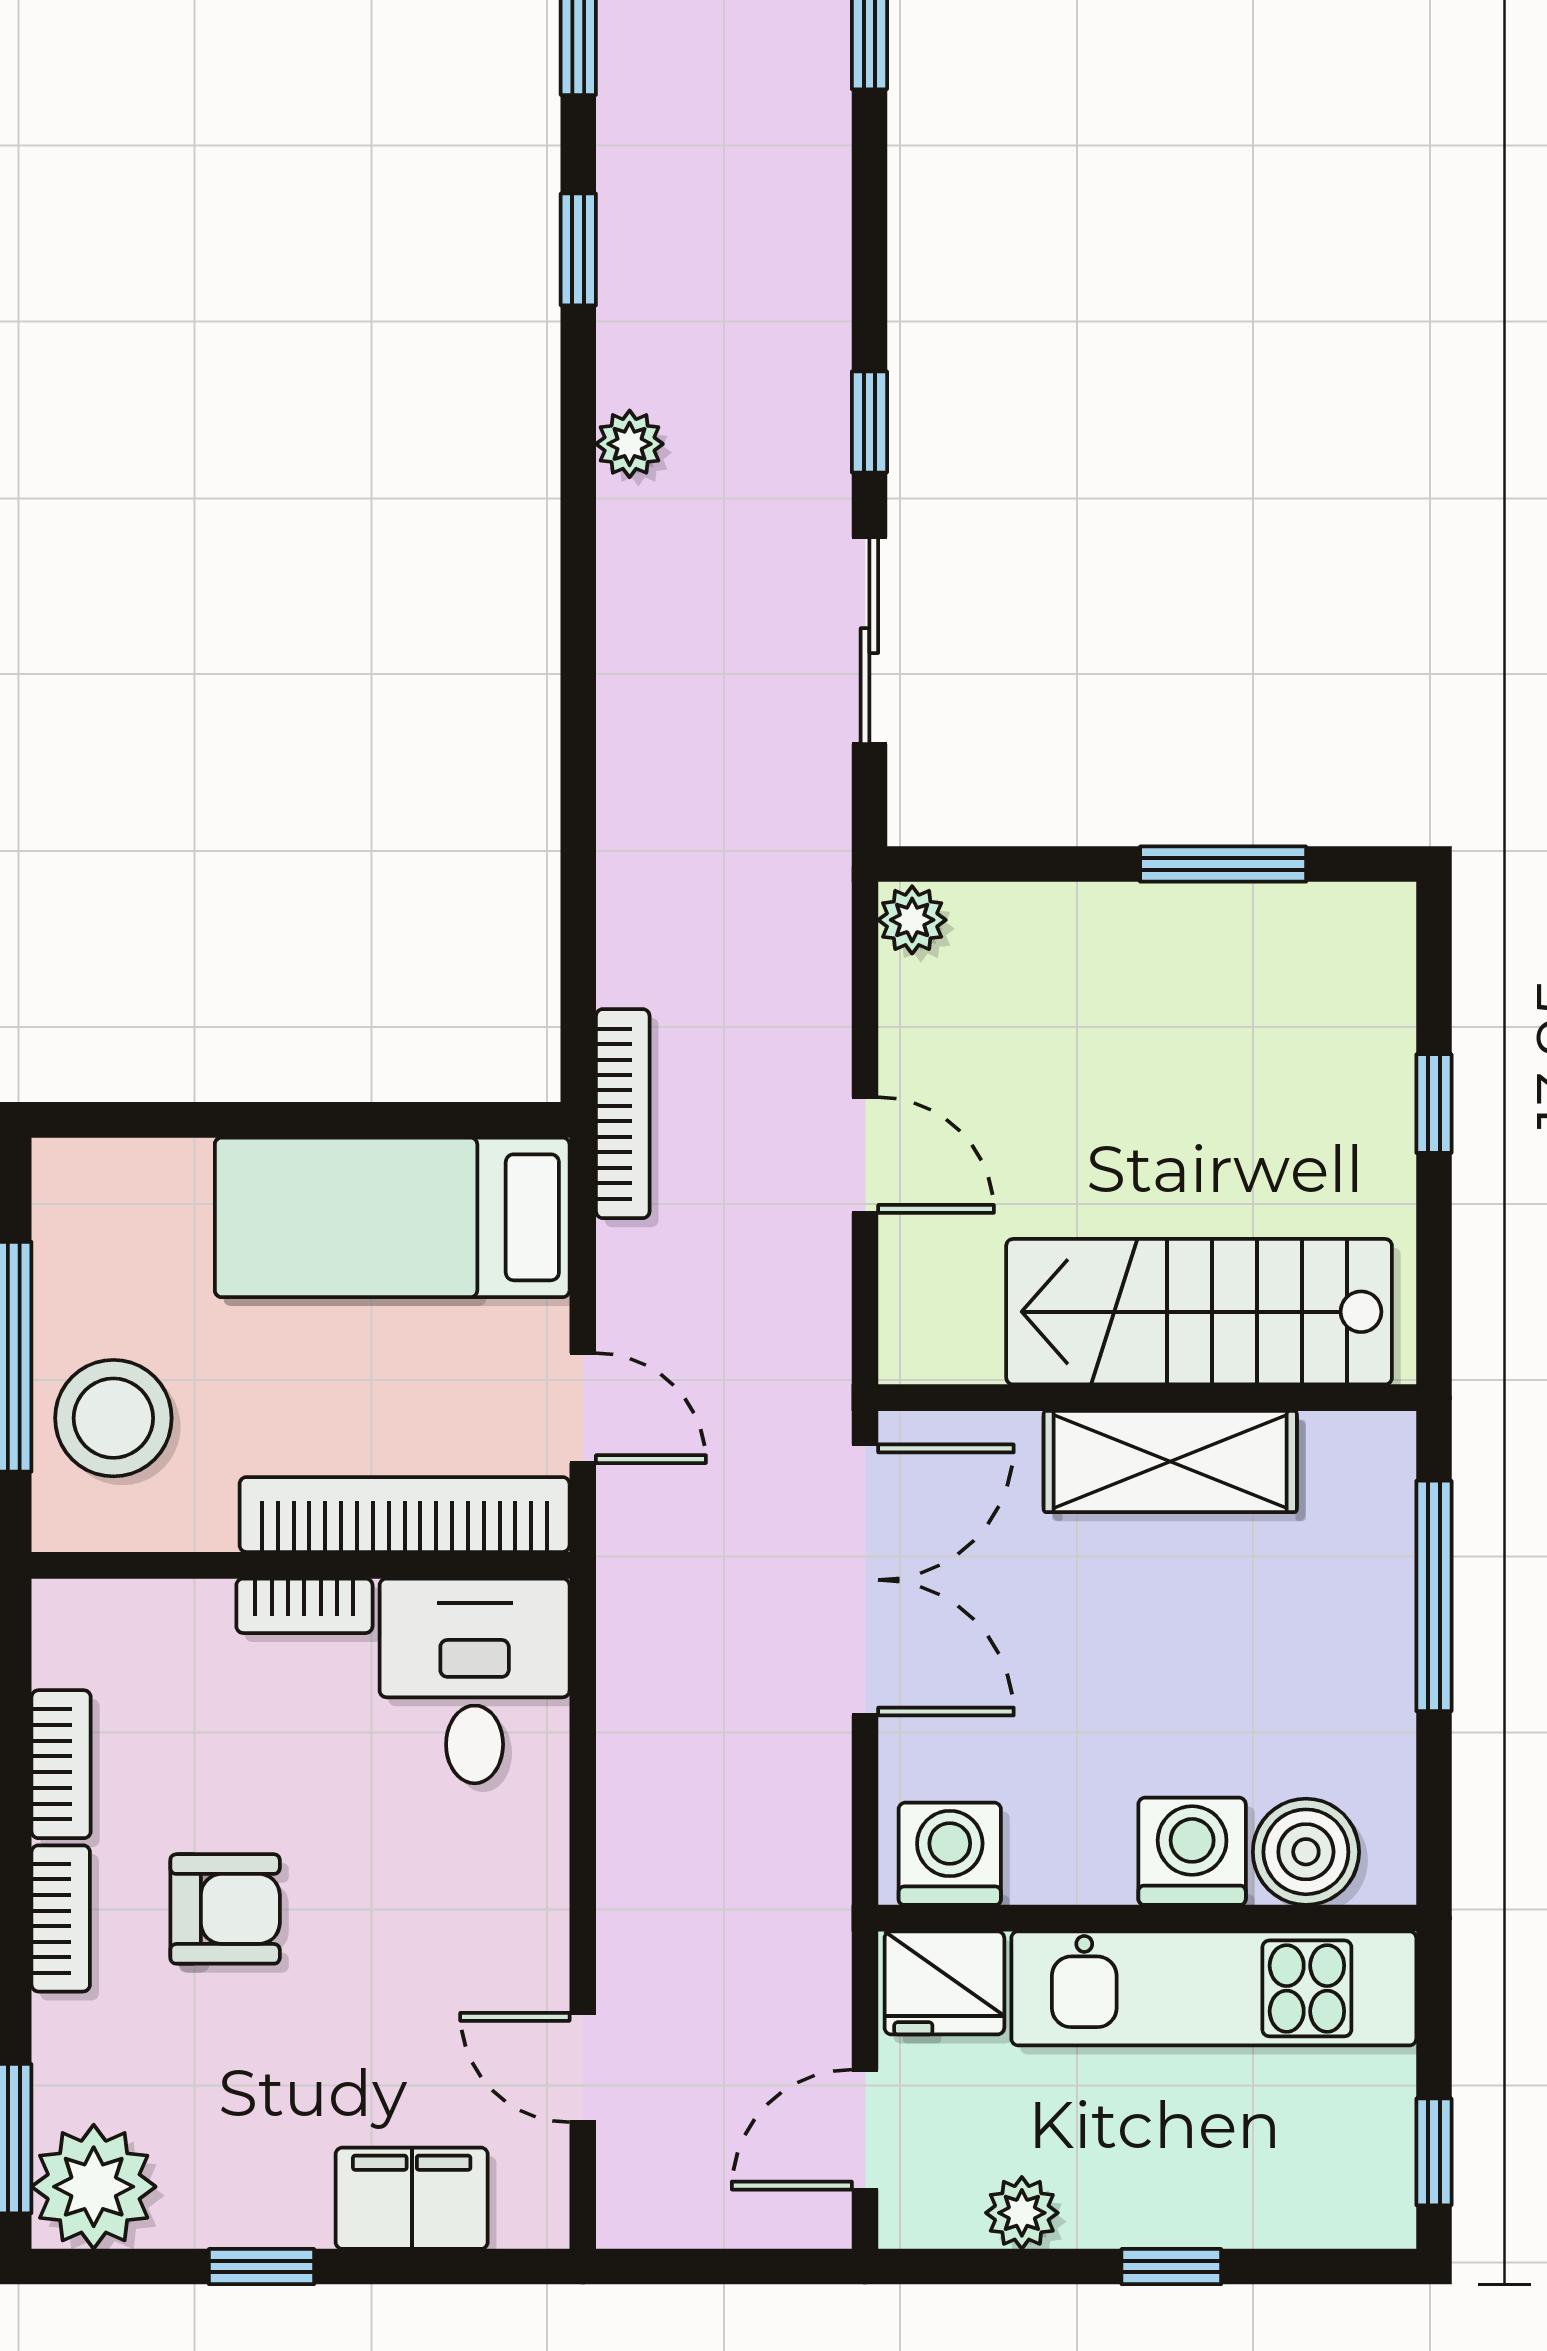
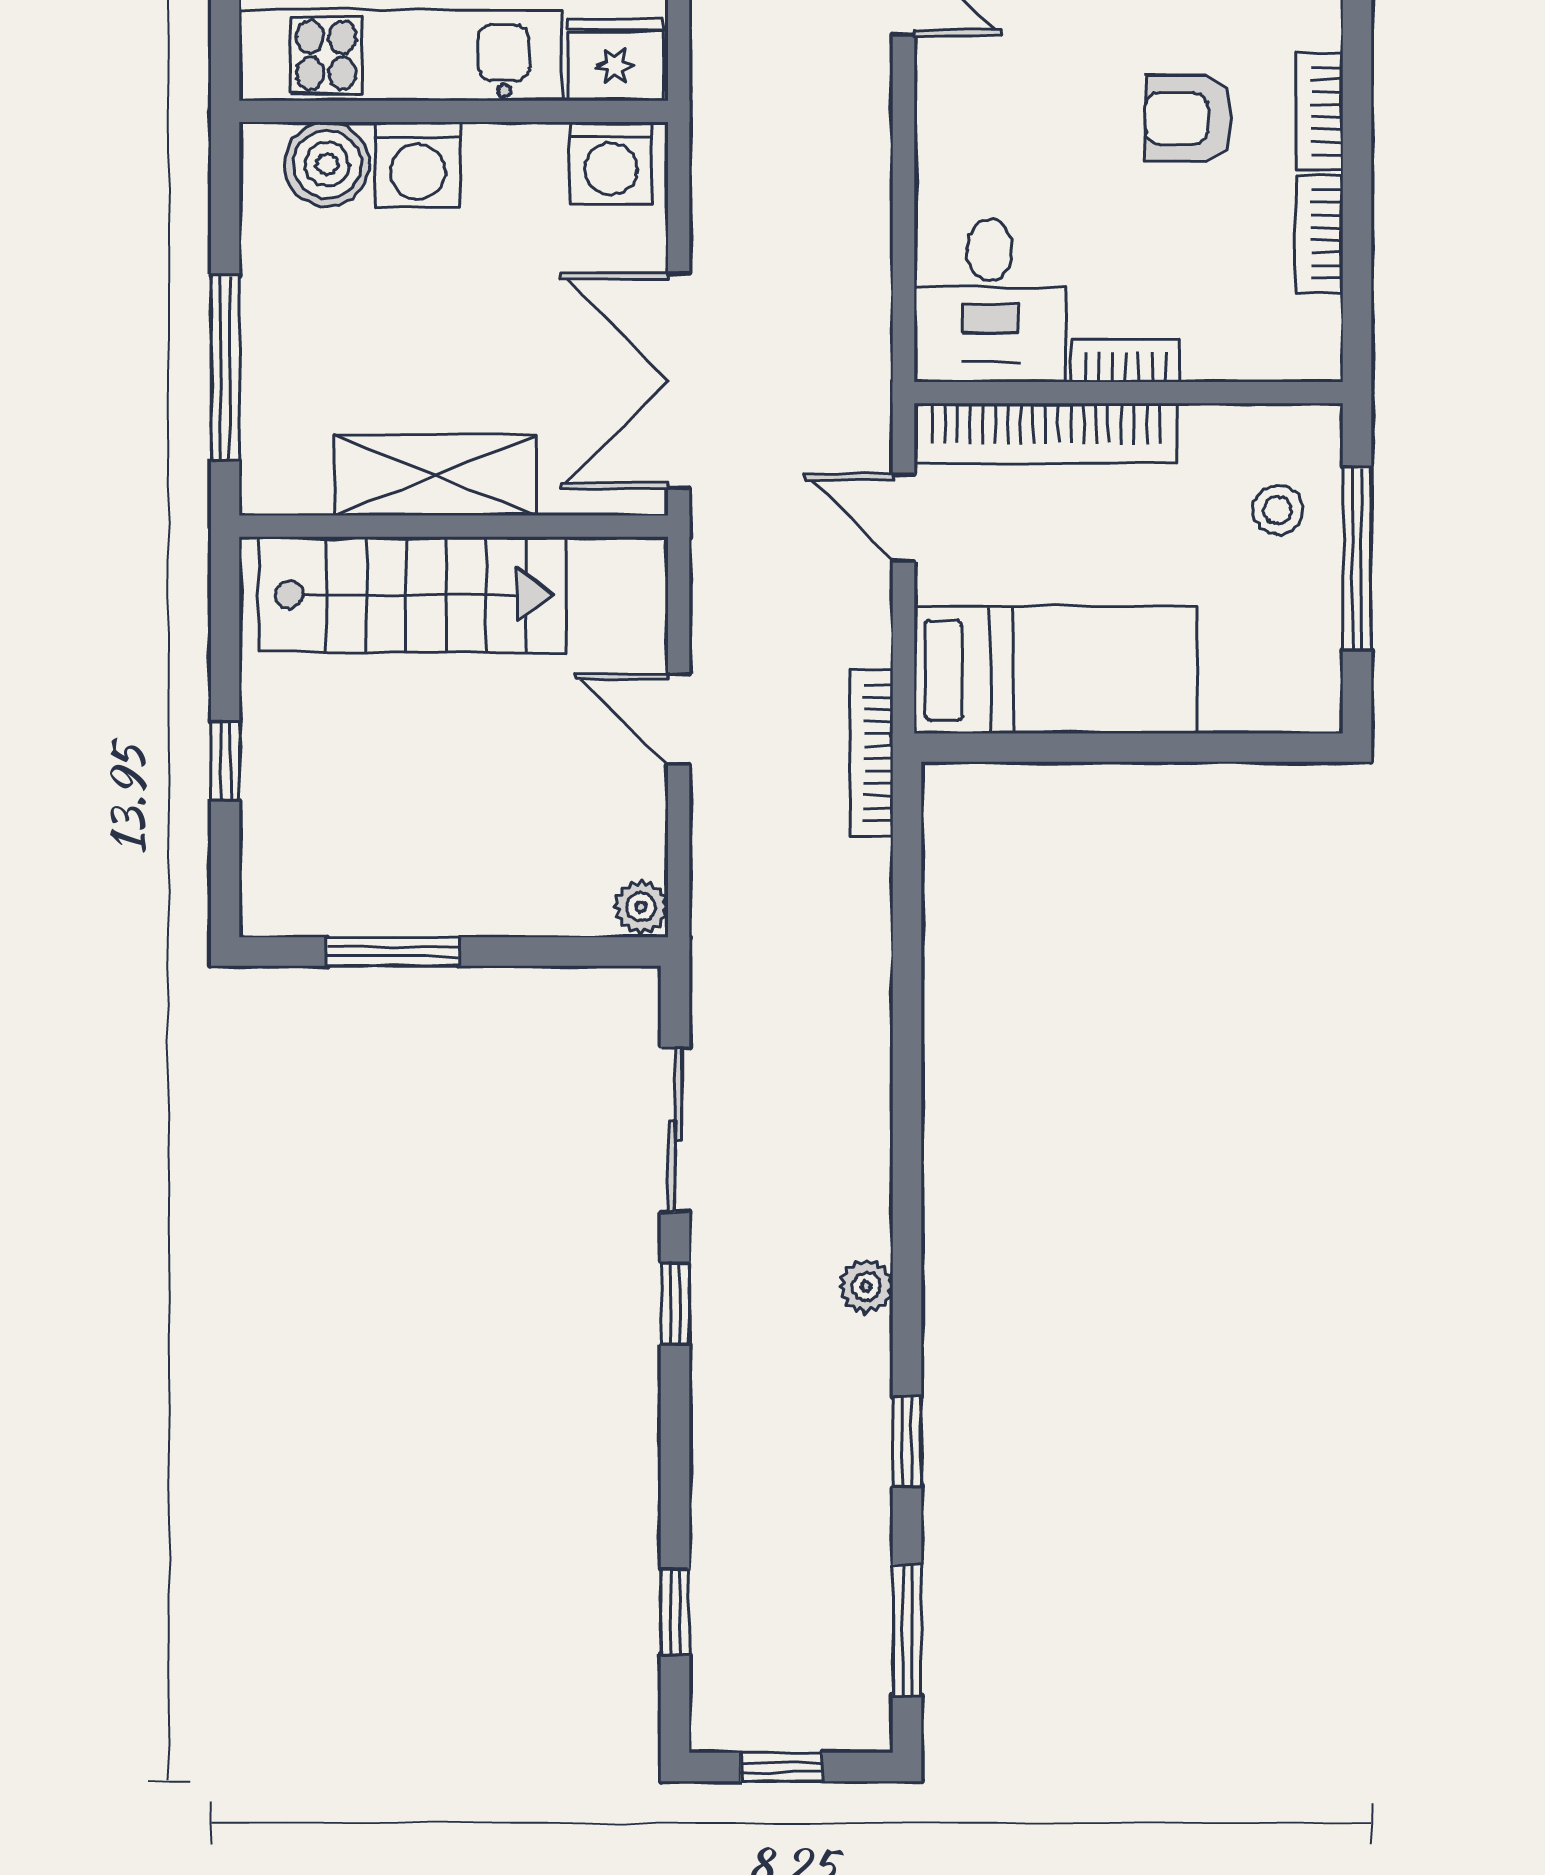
stool: (113, 1418) -> (1278, 510), width x0.53, depth x0.53

